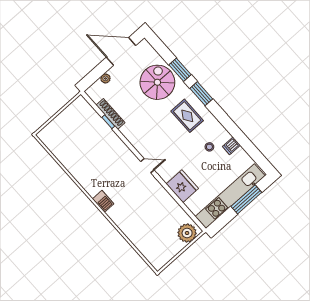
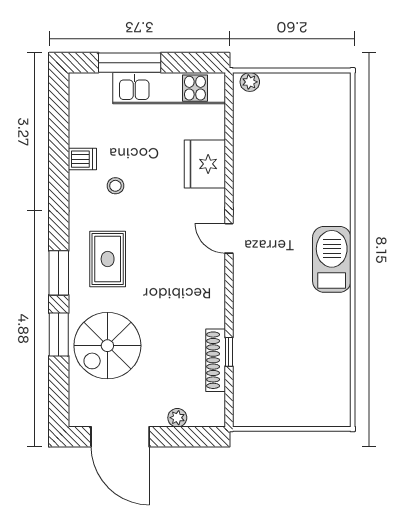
kitchen unit: (230, 196) -> (169, 88), width x0.73
barbecue: (103, 201) -> (332, 259), width x1.88, depth x1.53
plant: (187, 233) -> (250, 82), width x0.53, depth x0.53

